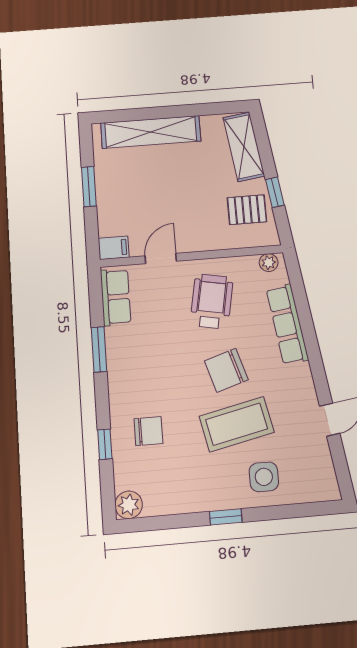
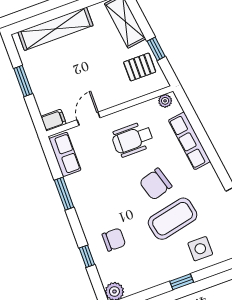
wheelchair: (212, 301) -> (132, 139), turned -101

